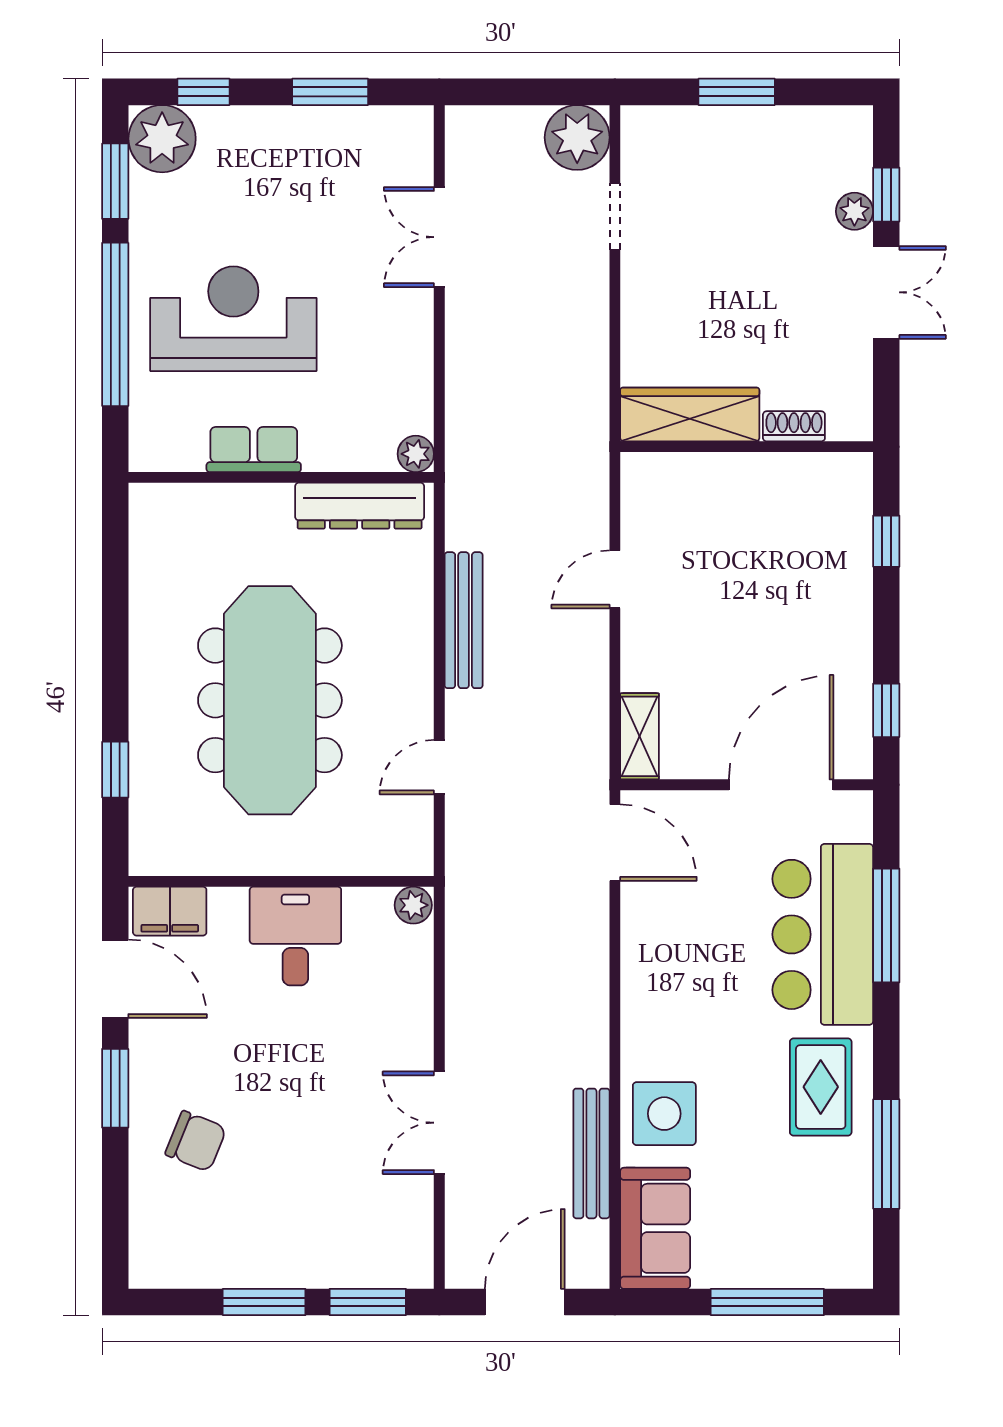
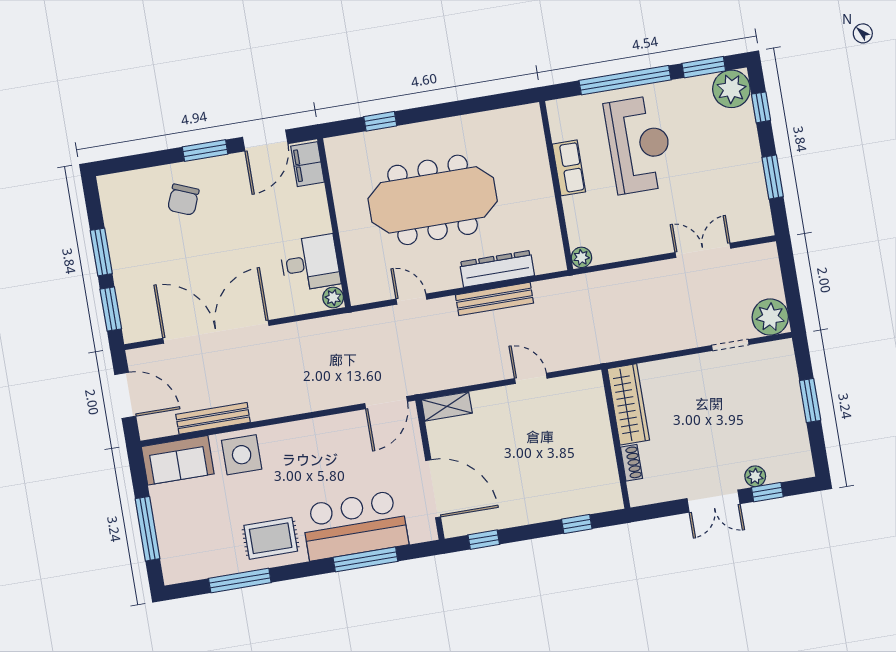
dresser: (360, 506) -> (497, 269), moved, turned 90
desk: (295, 936) -> (310, 263), moved
double door: (439, 1123) -> (216, 332), width x1.87

